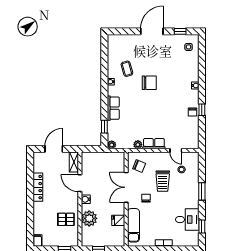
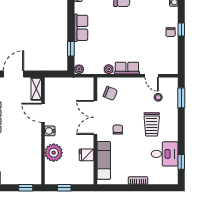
trolley: (163, 181) -> (152, 124), moved
window: (202, 191) -> (181, 98), moved
pallet: (66, 219) -> (27, 154), removed

